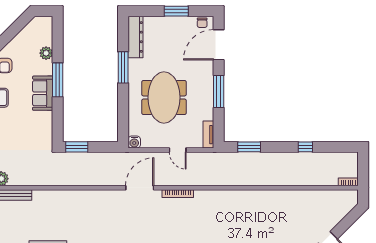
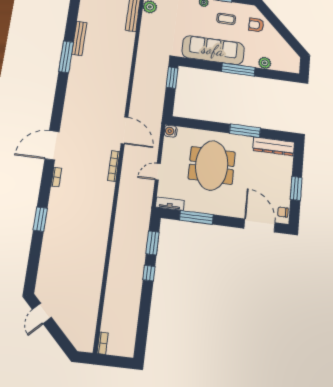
window: (219, 92) -> (196, 217), moved
sofa: (43, 93) -> (213, 50), width x1.85, depth x1.27
meeting table: (164, 97) -> (212, 165), turned 90
window: (305, 147) -> (149, 273), moved

